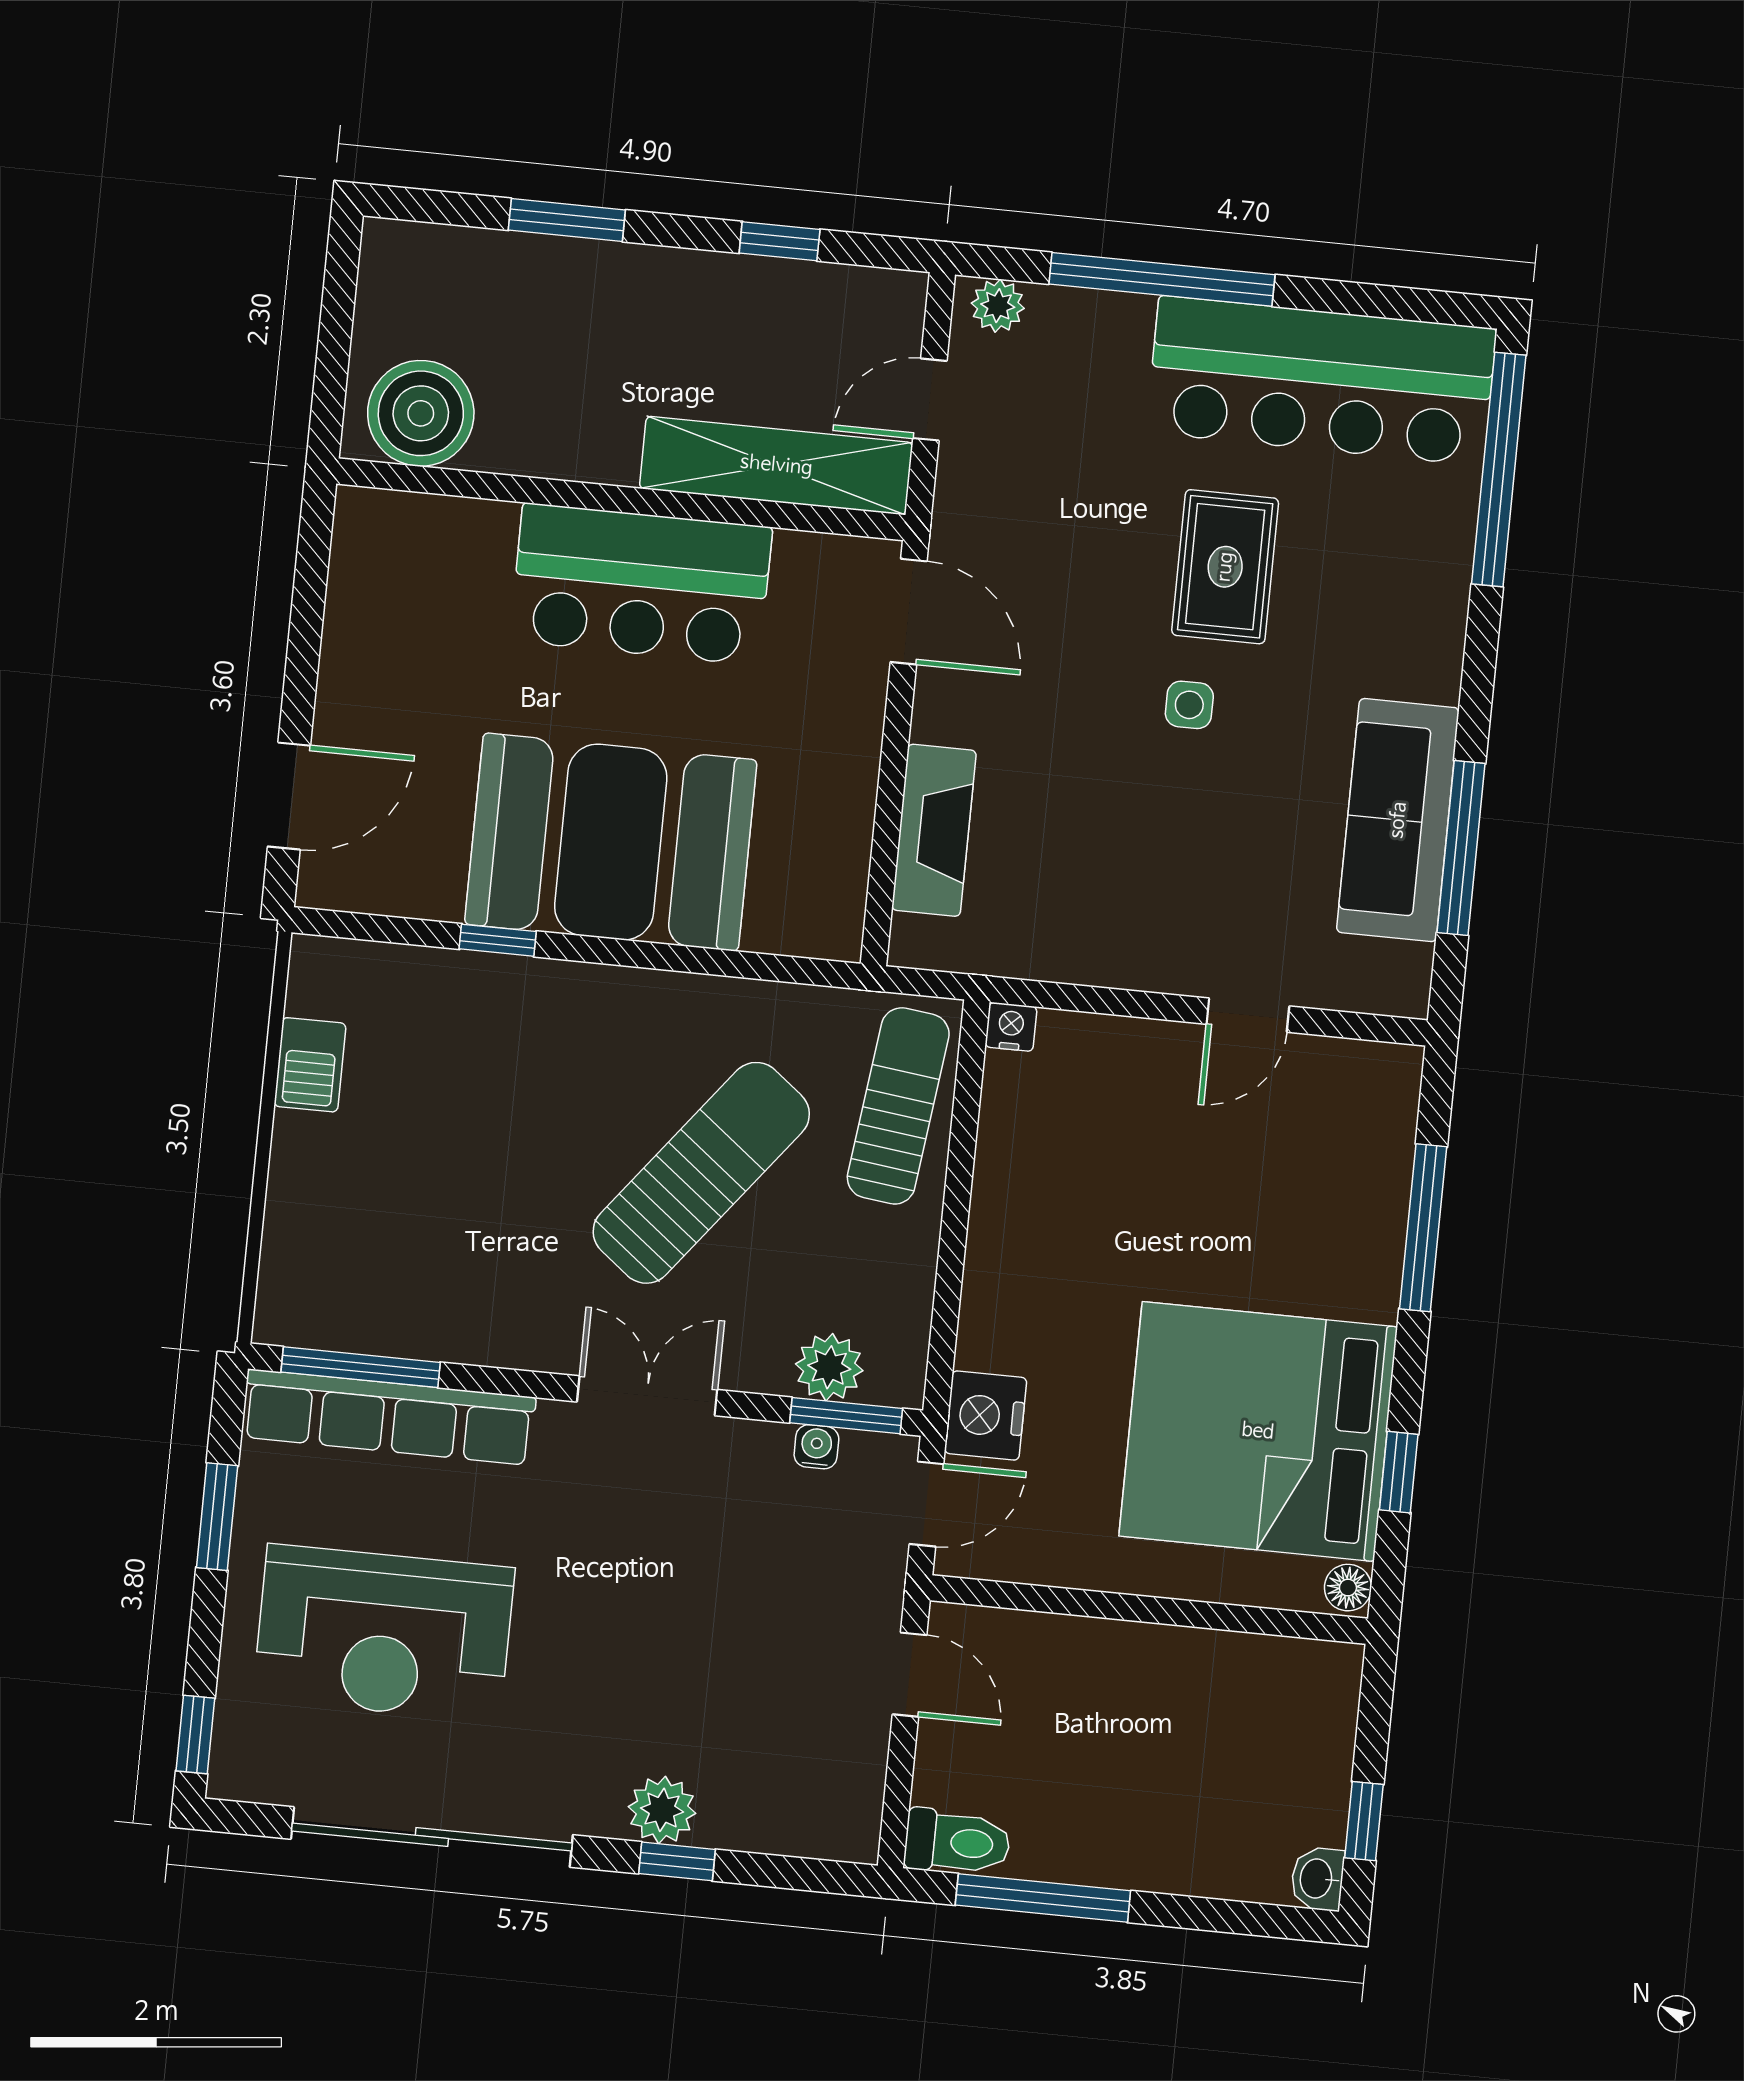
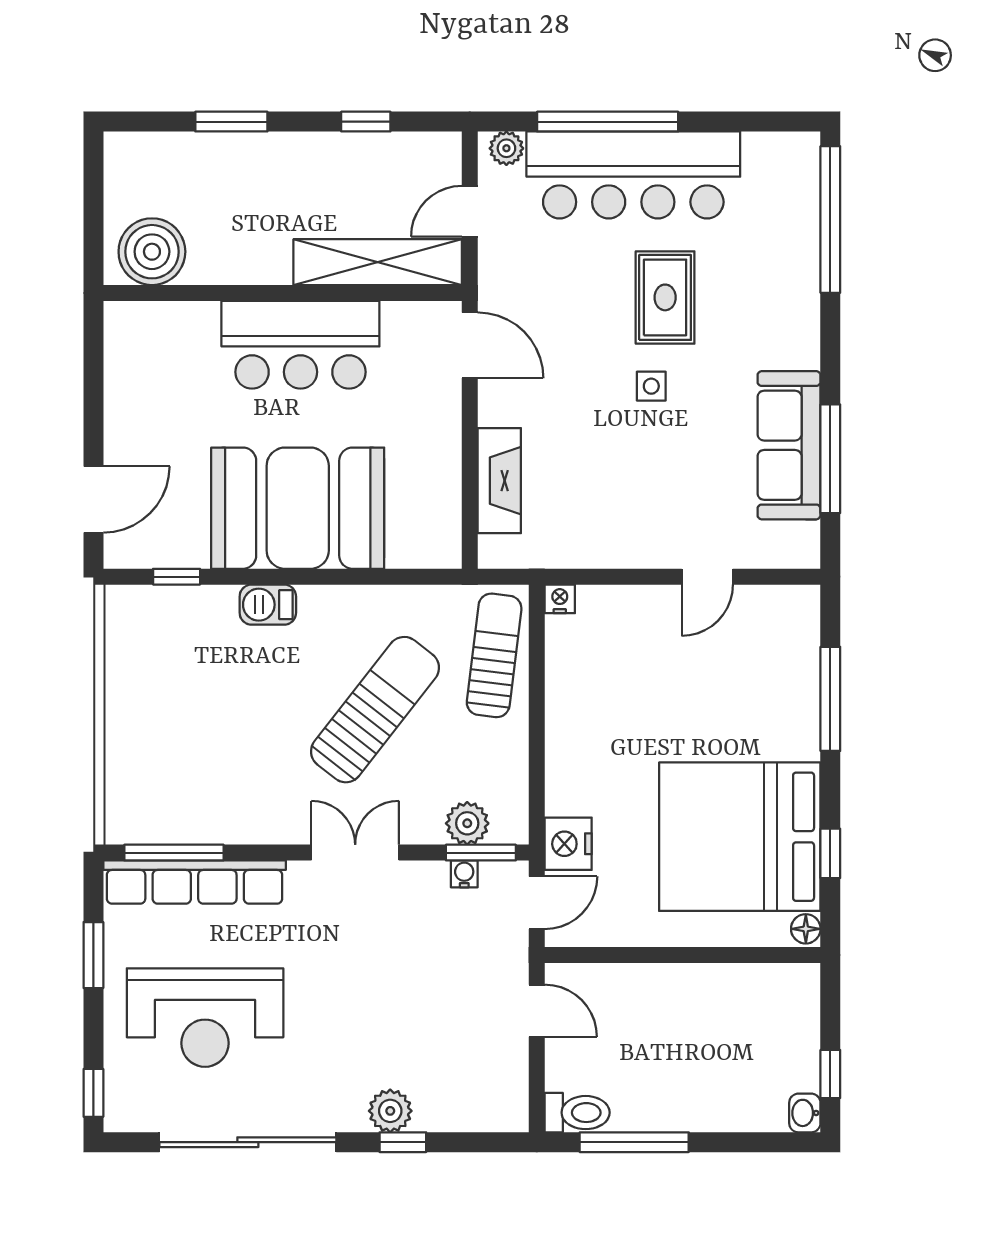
bar counter: (1321, 381) -> (633, 175), moved
window: (498, 940) -> (177, 577), moved
barbecue: (310, 1065) -> (268, 605), moved, turned 90

